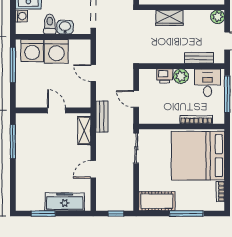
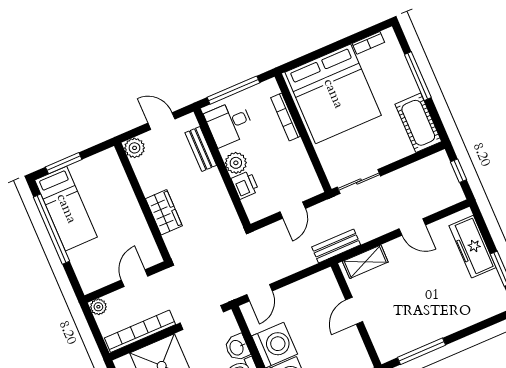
door: (93, 73) -> (260, 293), moved

